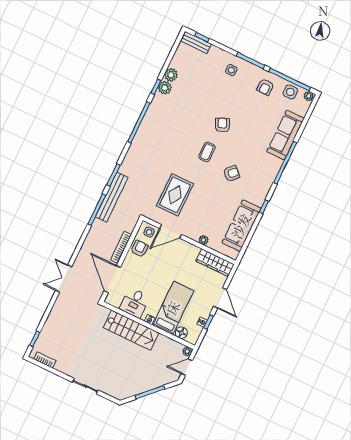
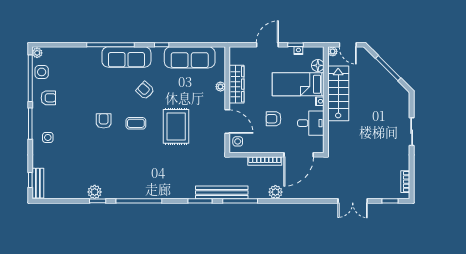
plant: (171, 75) -> (275, 192), moved
armchair: (222, 125) -> (104, 121), turned 114
sofa: (286, 135) -> (126, 57), moved
rug: (175, 195) -> (176, 126), moved, turned 90
armchair: (139, 249) -> (273, 119), moved
wardrobe: (215, 263) -> (237, 84), moved
double door: (64, 279) -> (353, 201), moved
stairs: (131, 330) -> (338, 93), moved

